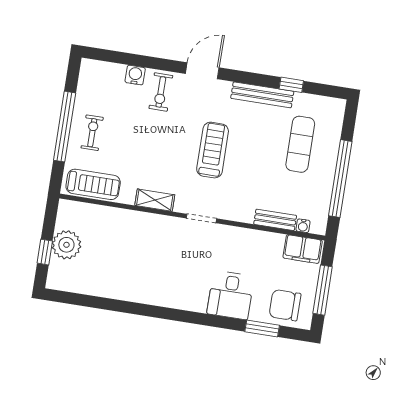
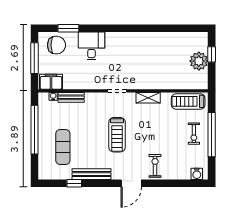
water cooler: (135, 75) -> (197, 174), moved

